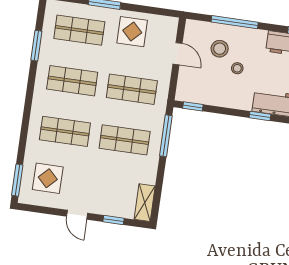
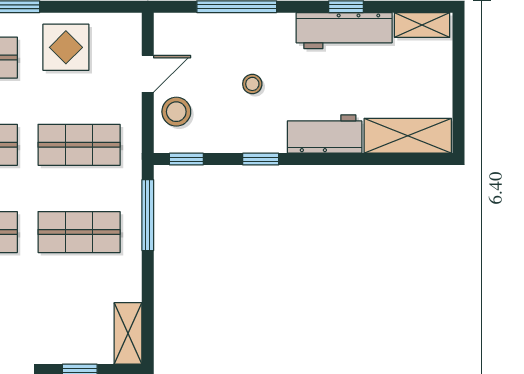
stool: (220, 49) -> (176, 112), moved
door: (178, 54) -> (148, 74), hinge flipped
window: (260, 116) -> (261, 159), moved

